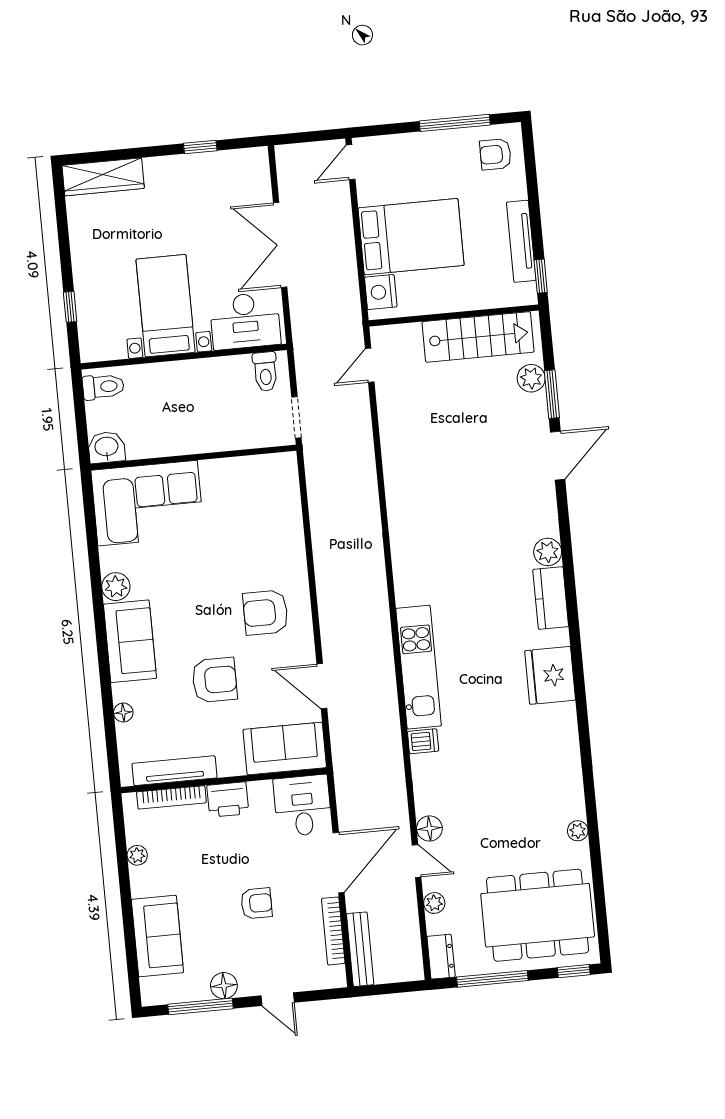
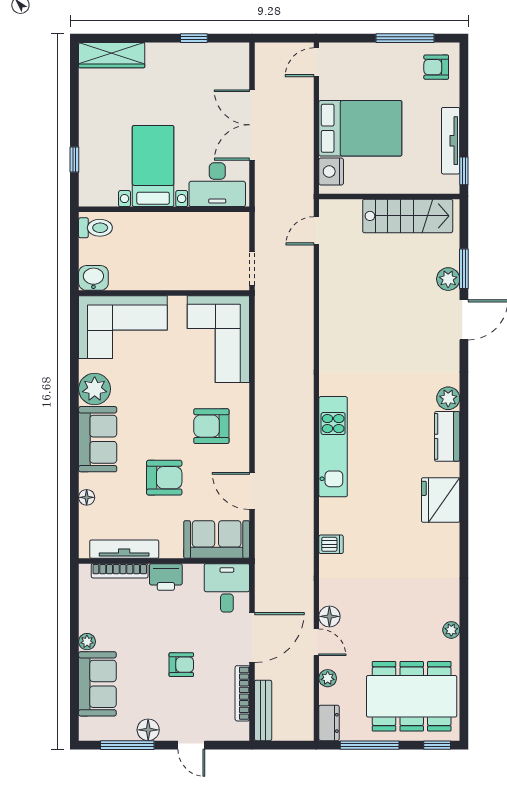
toilet: (265, 372) -> (230, 228), removed
plant: (531, 378) -> (448, 279), moved
corner sofa: (264, 507) -> (218, 339), added
plant: (116, 587) -> (95, 389), width x1.36, depth x1.36
kitchen unit: (419, 667) -> (333, 447), moved
plant: (137, 855) -> (87, 642), moved

